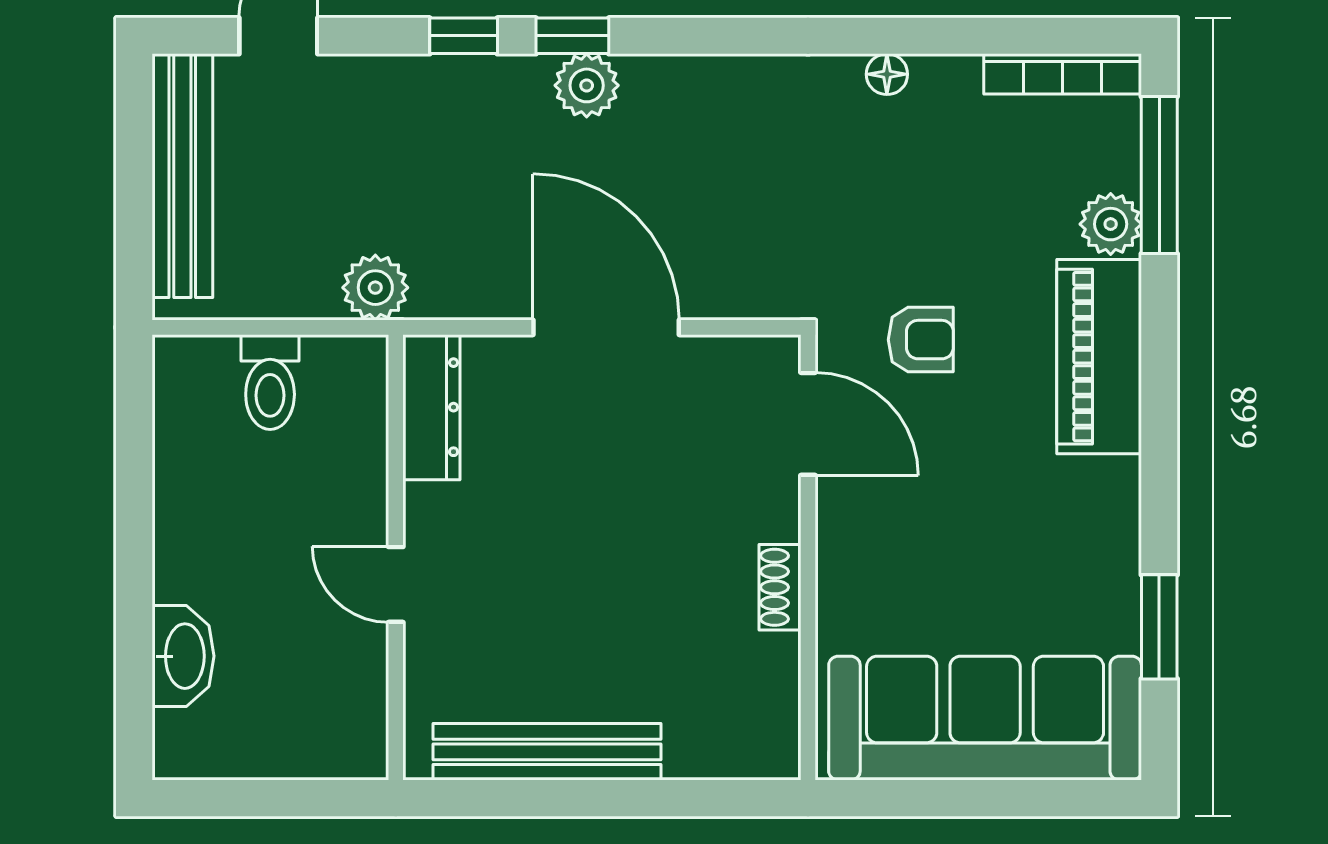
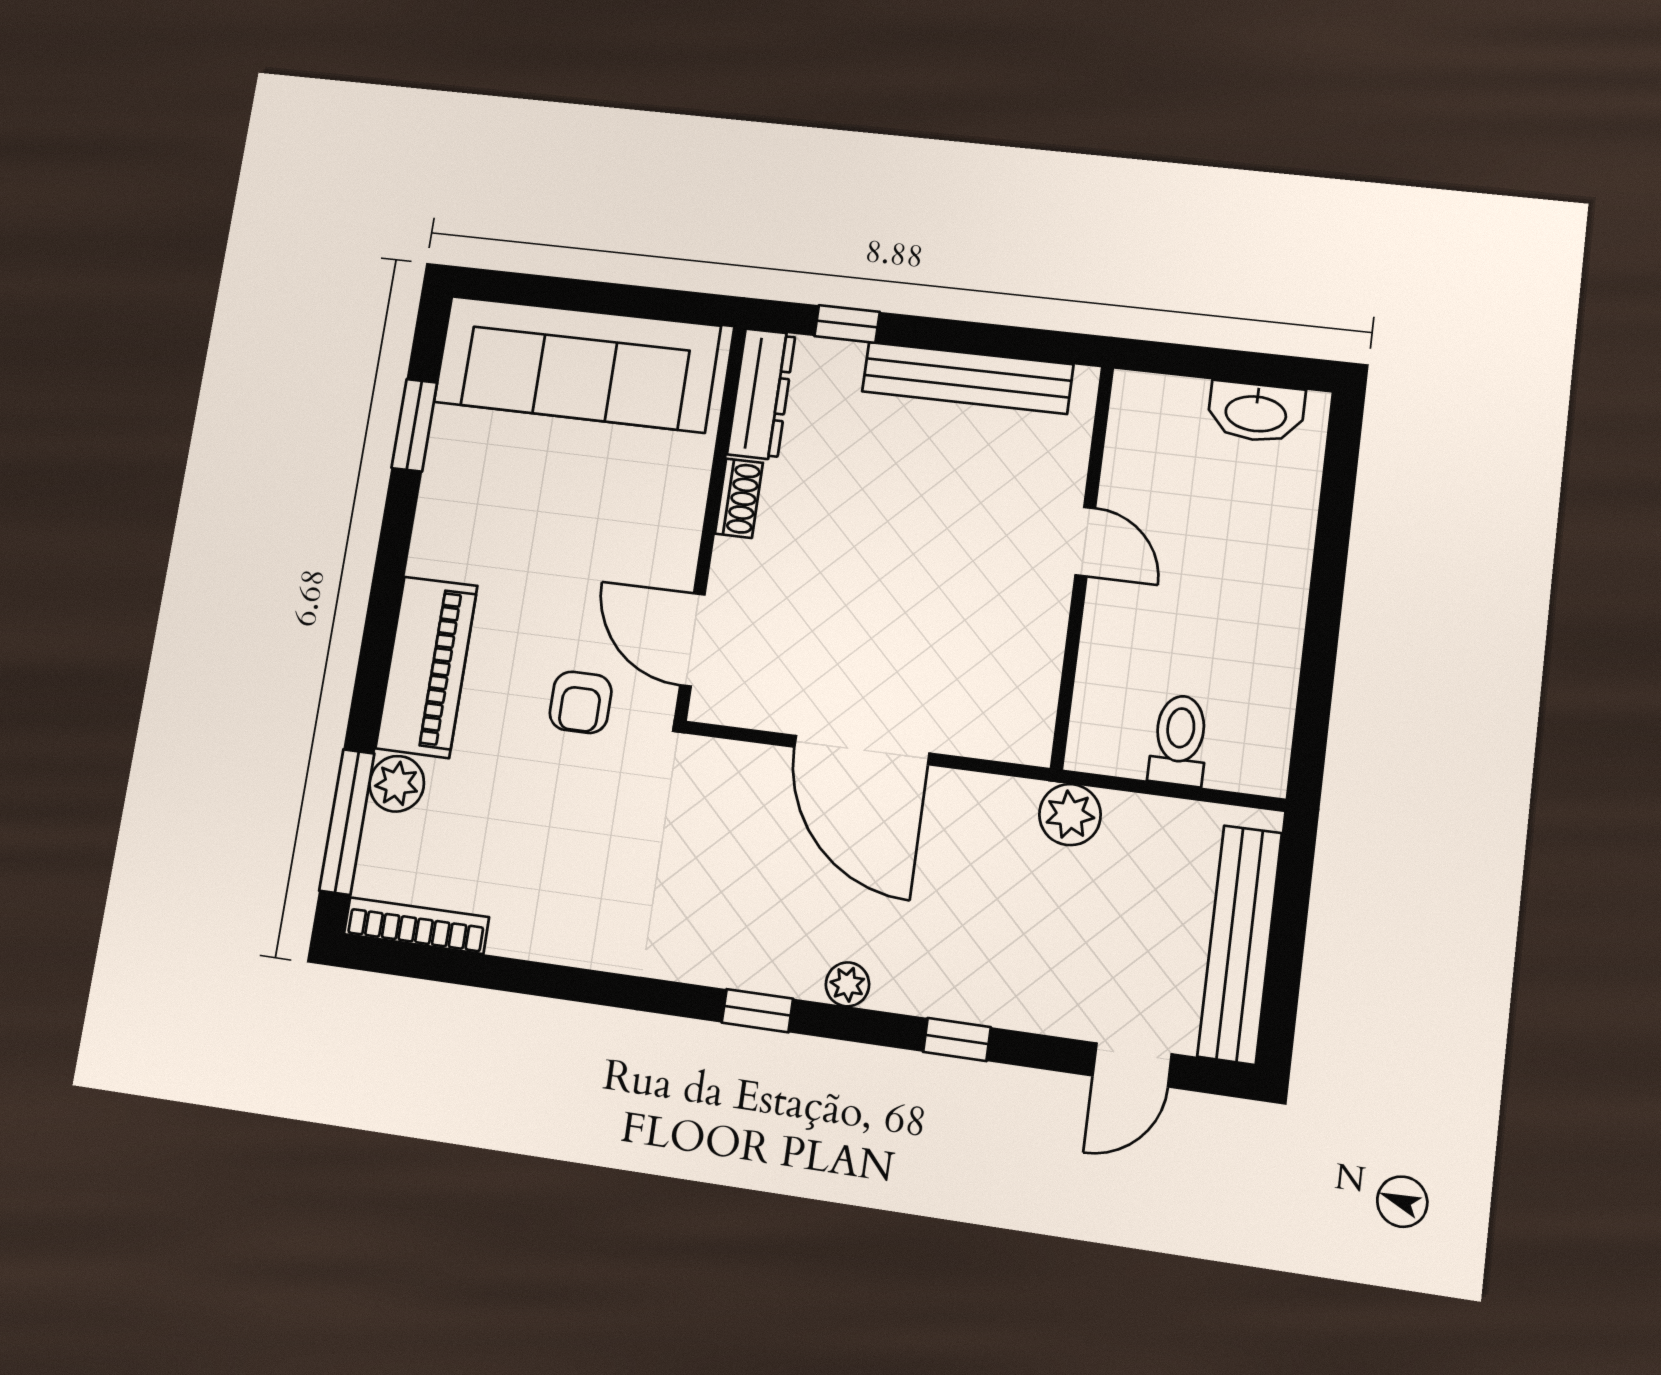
window: (572, 36) -> (757, 1011), moved
floor lamp: (887, 74) -> (573, 948), removed
plant: (587, 85) -> (847, 984), width x0.73, depth x0.73
armchair: (921, 340) -> (581, 702), turned -90
dresser: (431, 407) -> (761, 394), moved, turned 180
washbasin: (183, 656) -> (1256, 412), moved, turned -90
window: (688, 798) -> (847, 324), added

